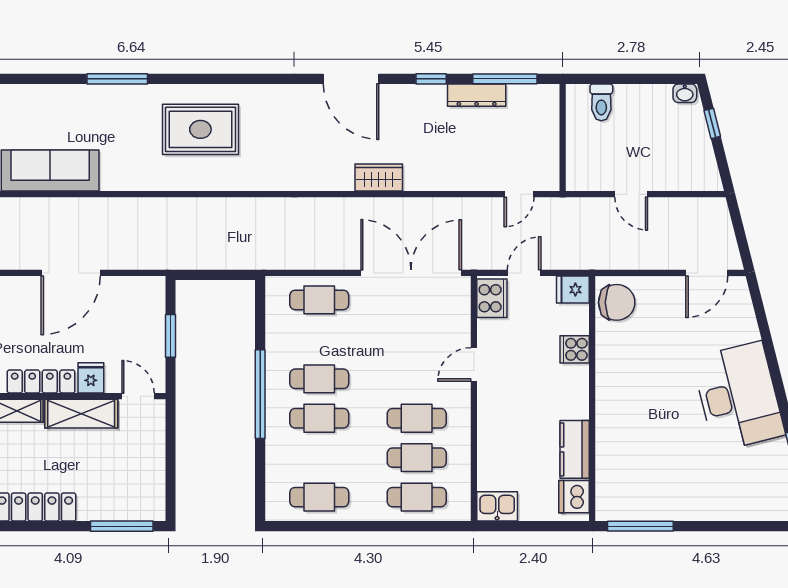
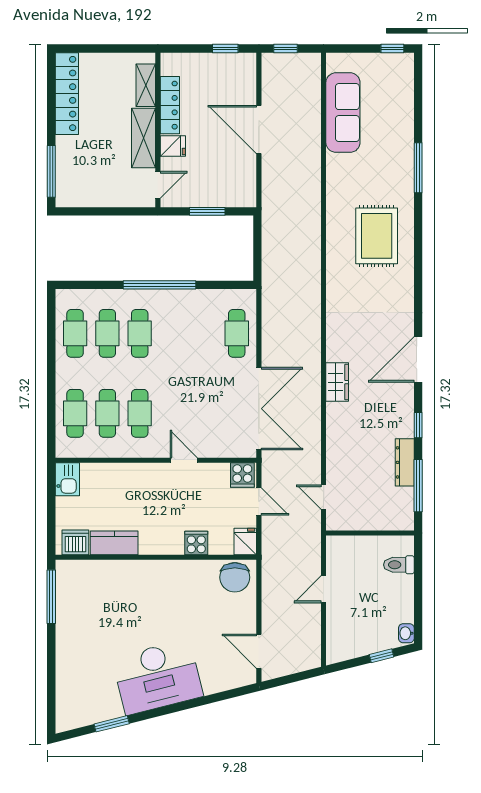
cooker: (492, 298) -> (242, 475), width x0.73
cafe table: (319, 379) -> (107, 333), moved

